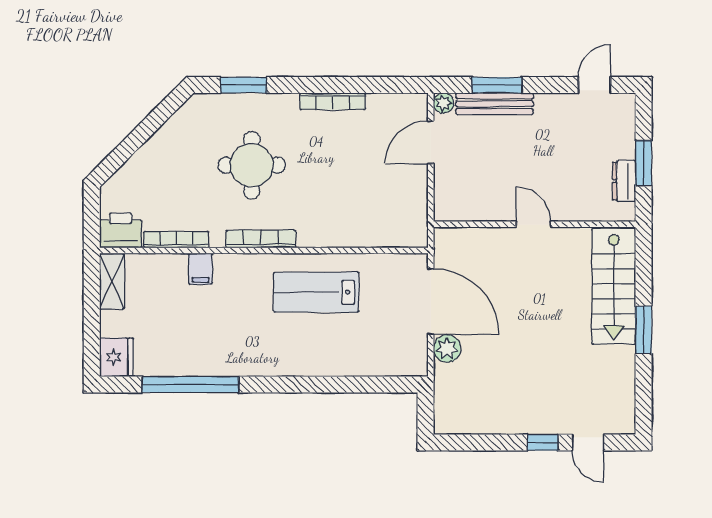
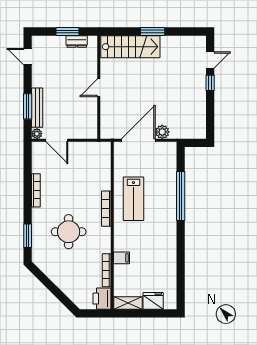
bookcase: (261, 239) -> (106, 209), moved
fridge: (116, 357) -> (153, 301), moved
window: (190, 385) -> (181, 196), moved

